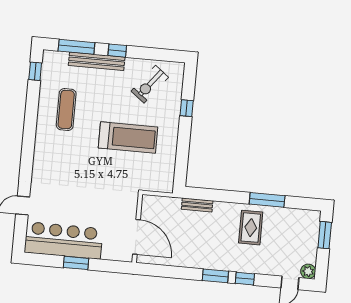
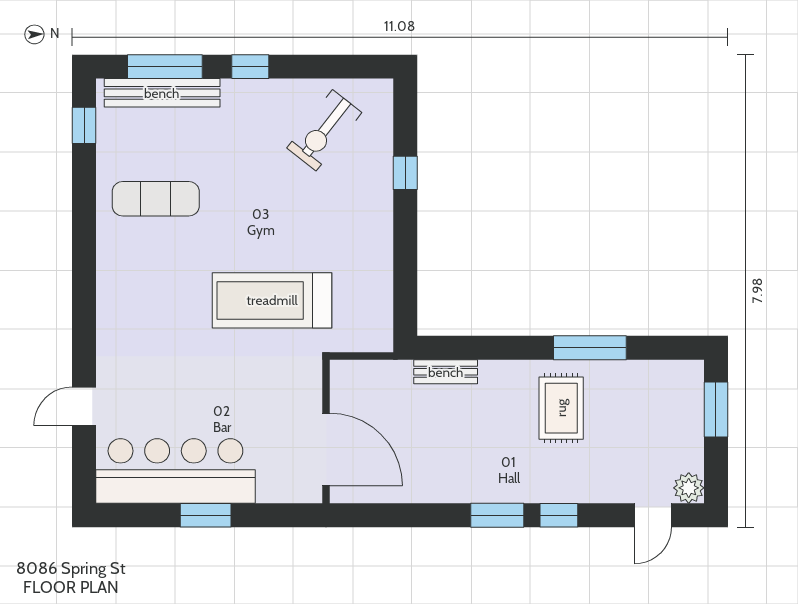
bench: (97, 61) -> (162, 93), moved
exercise mat: (66, 109) -> (156, 199), turned 90
treadmill: (128, 138) -> (272, 300), moved, turned 180

